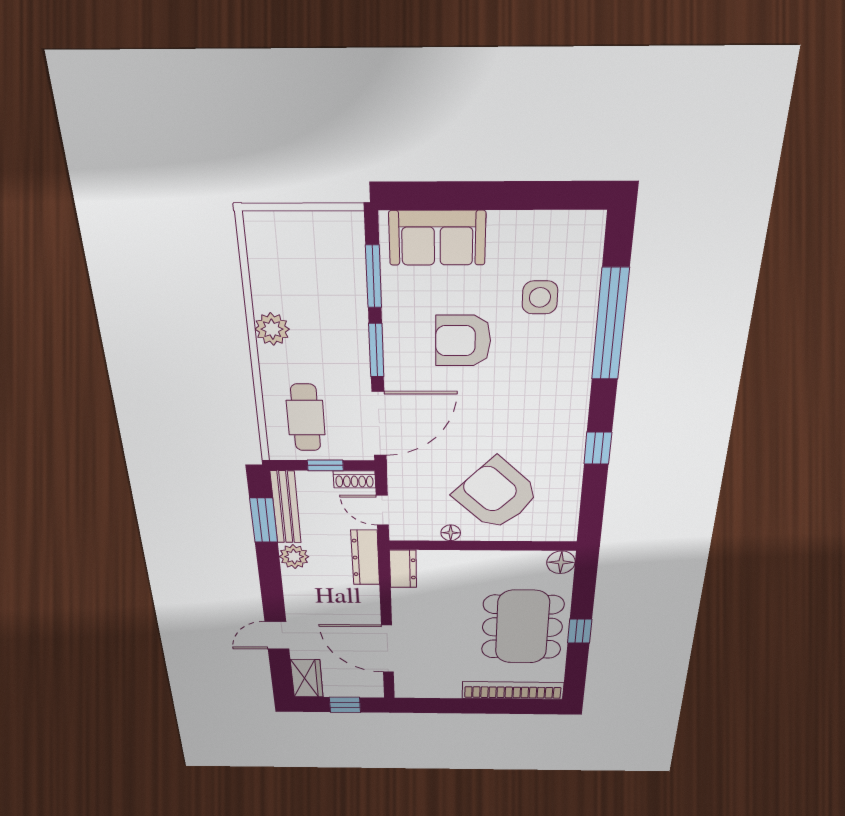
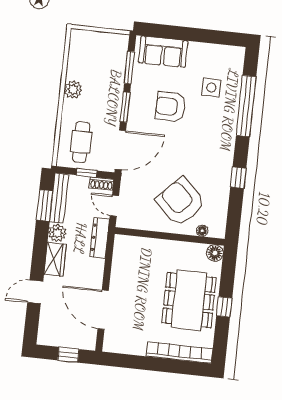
floor lamp: (451, 533) -> (202, 231), moved
dresser: (403, 569) -> (121, 248), removed
wardrobe: (307, 678) -> (55, 259), moved

